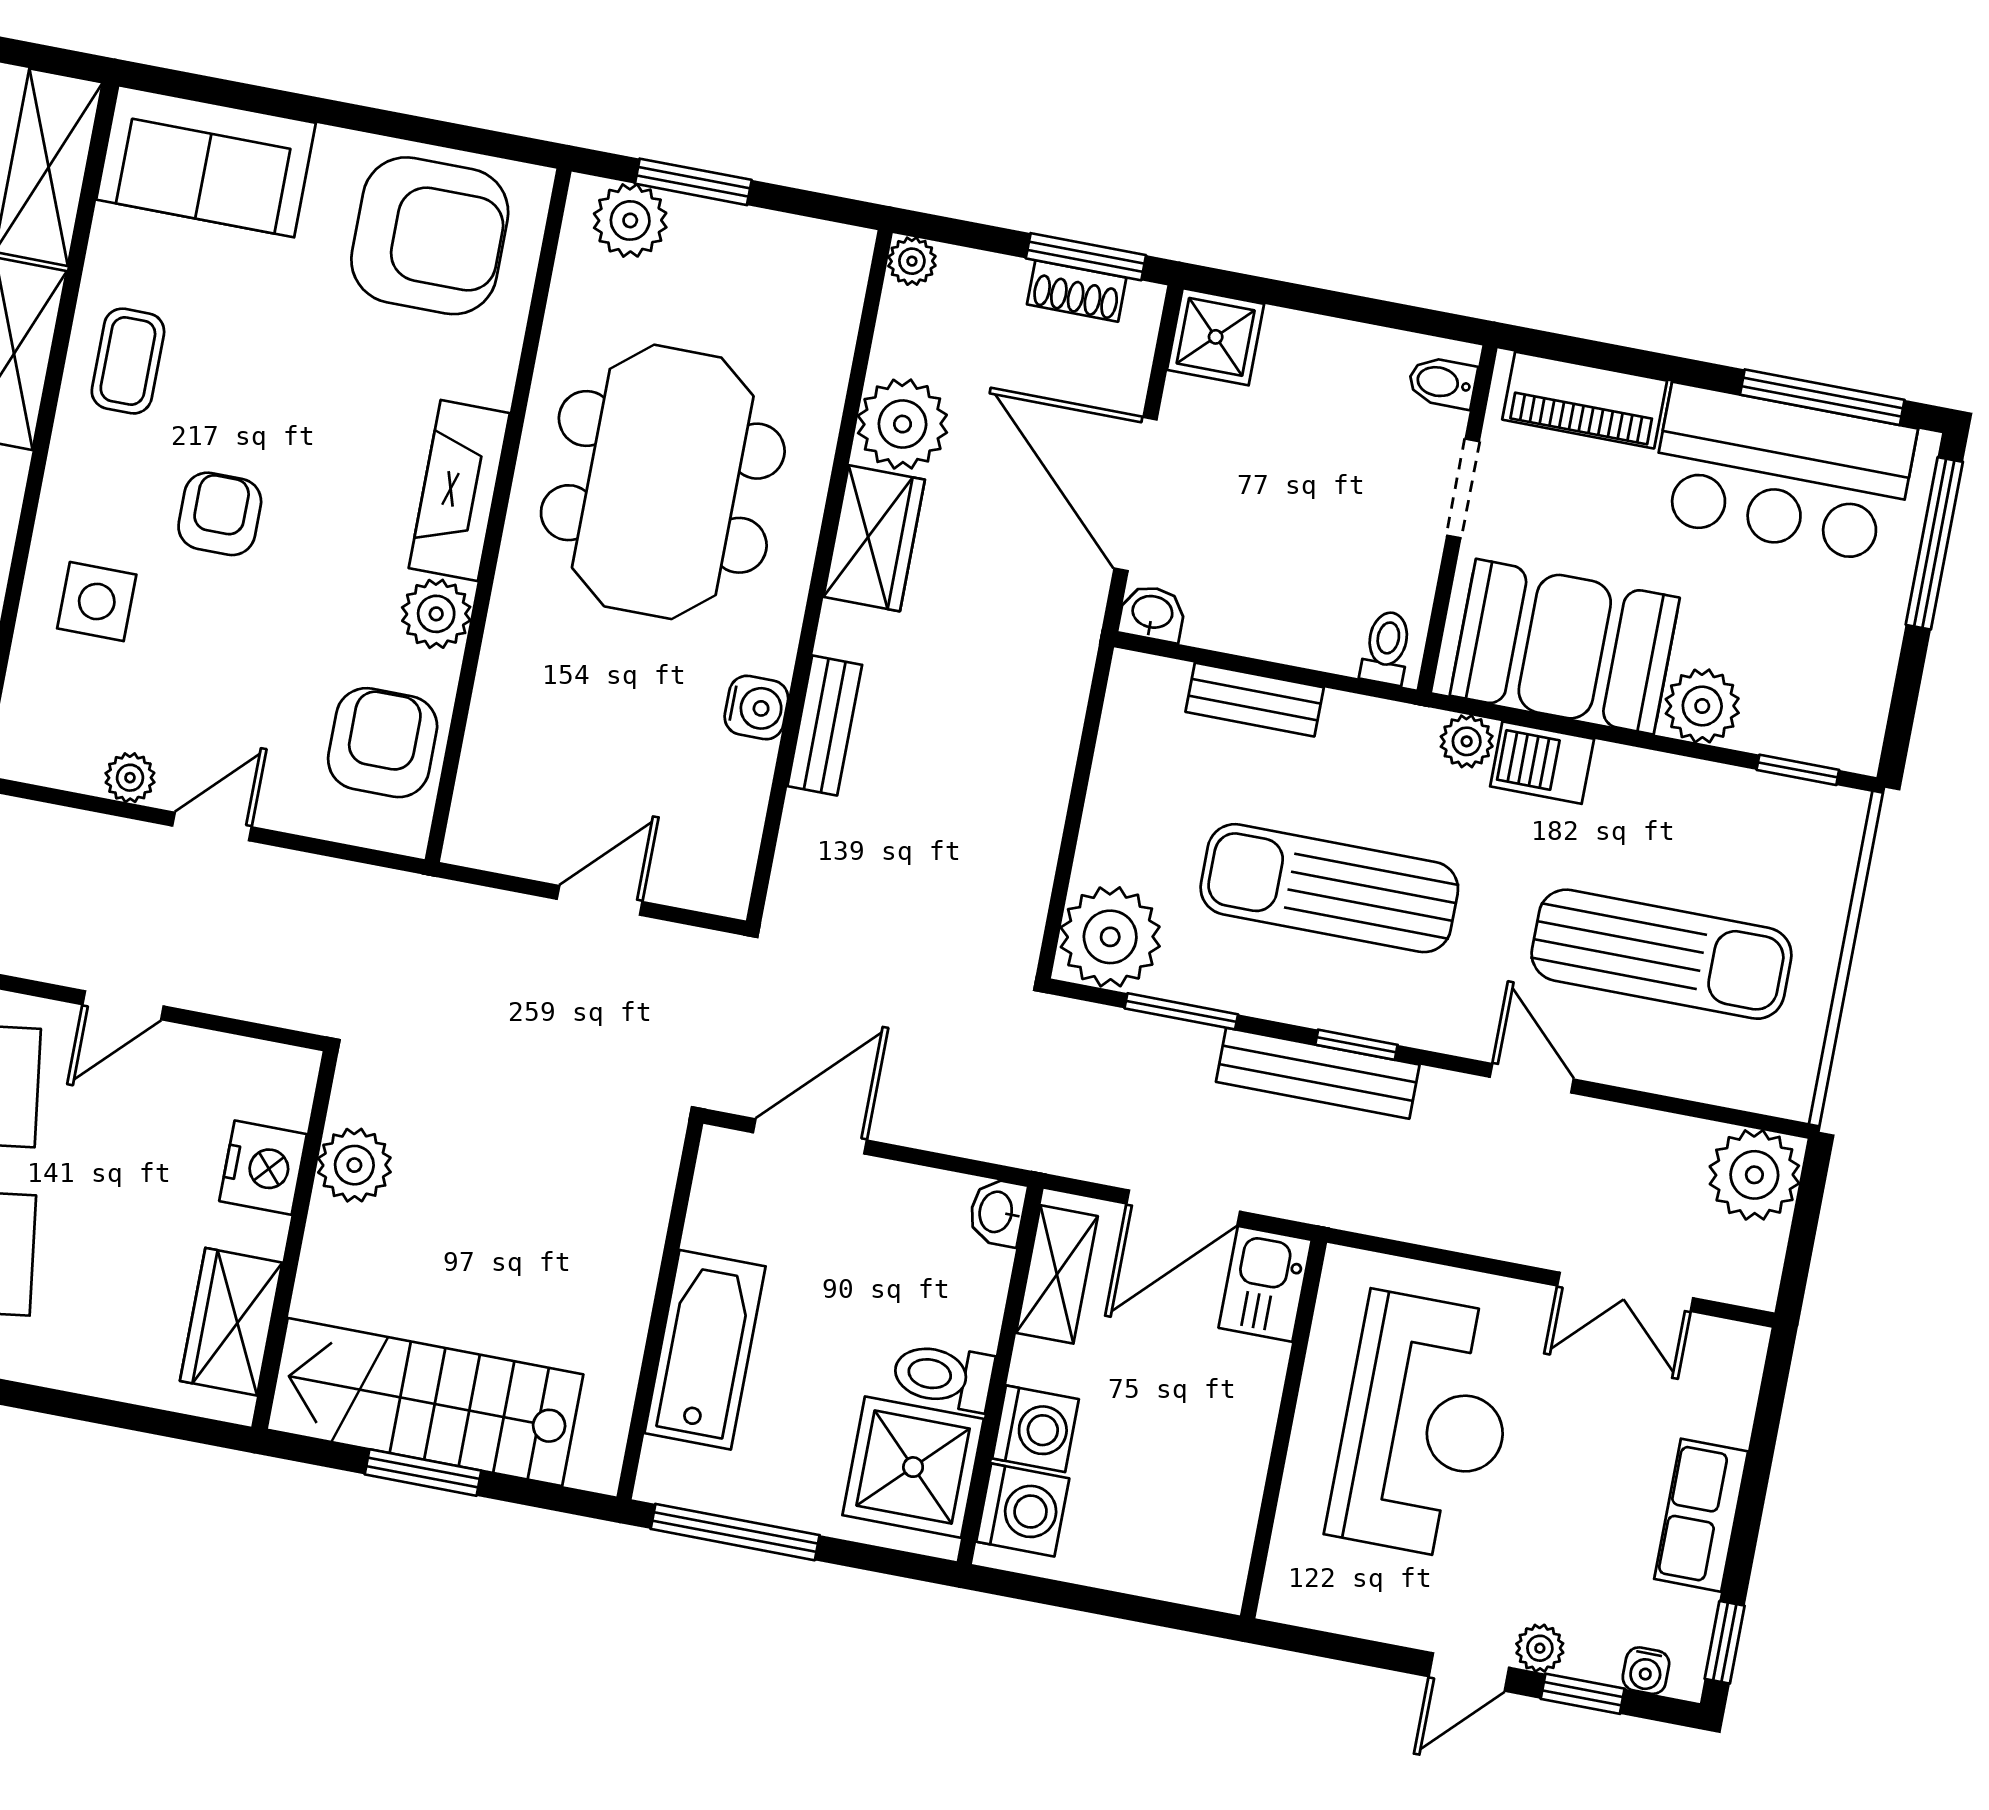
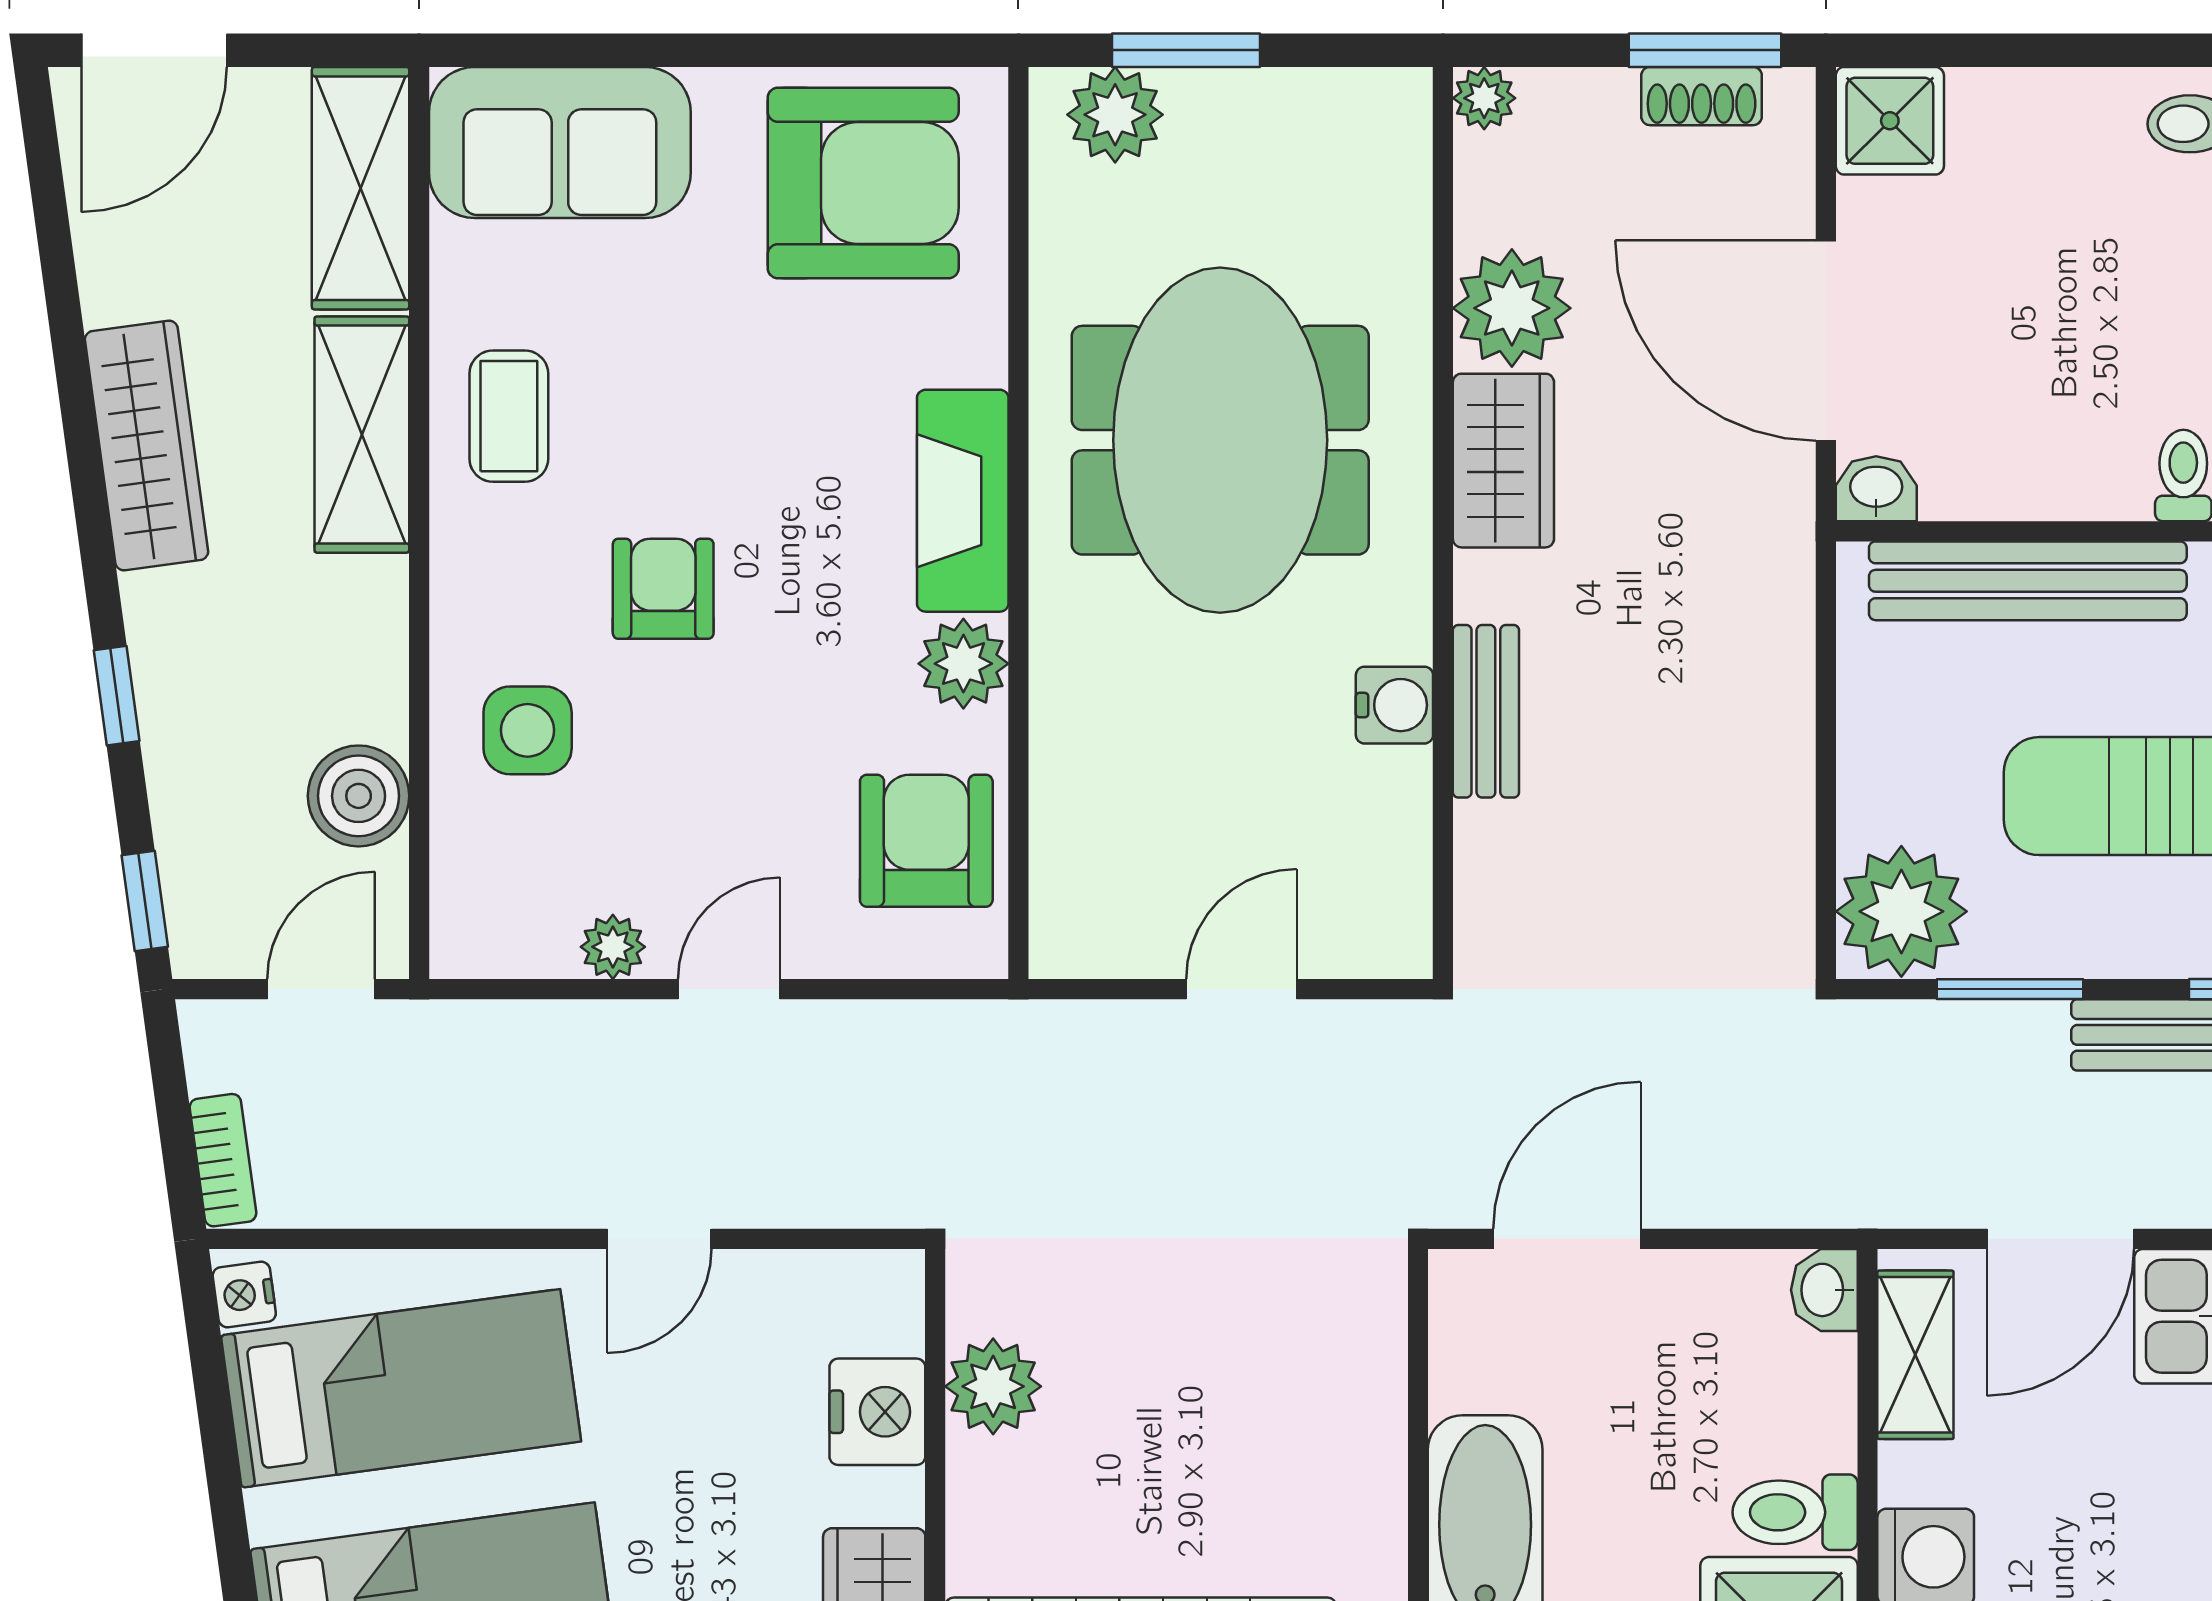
bench: (1255, 700) -> (2028, 581), width x1.86, depth x1.21

